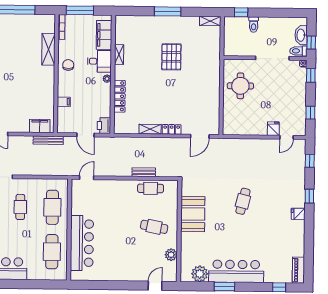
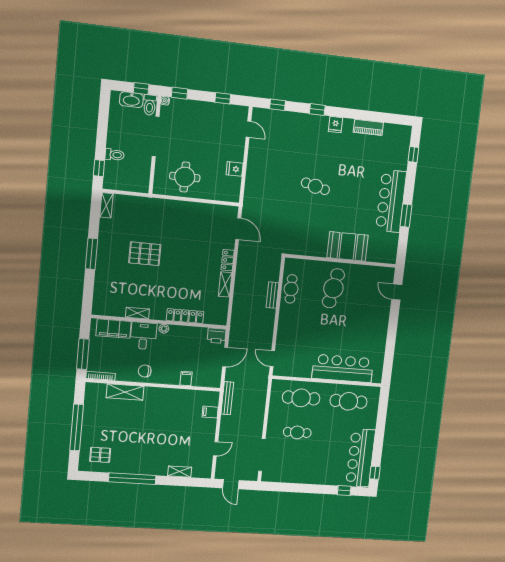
filing cabinet: (40, 126) -> (210, 412), width x0.50
fridge: (273, 129) -> (235, 169), moved
booth: (193, 214) -> (348, 246), moved
cafe table: (154, 227) -> (333, 288), width x1.37, depth x1.35
plant: (171, 255) -> (365, 272), removed
piano: (298, 270) -> (368, 127), moved
plant: (200, 274) -> (389, 242), removed

